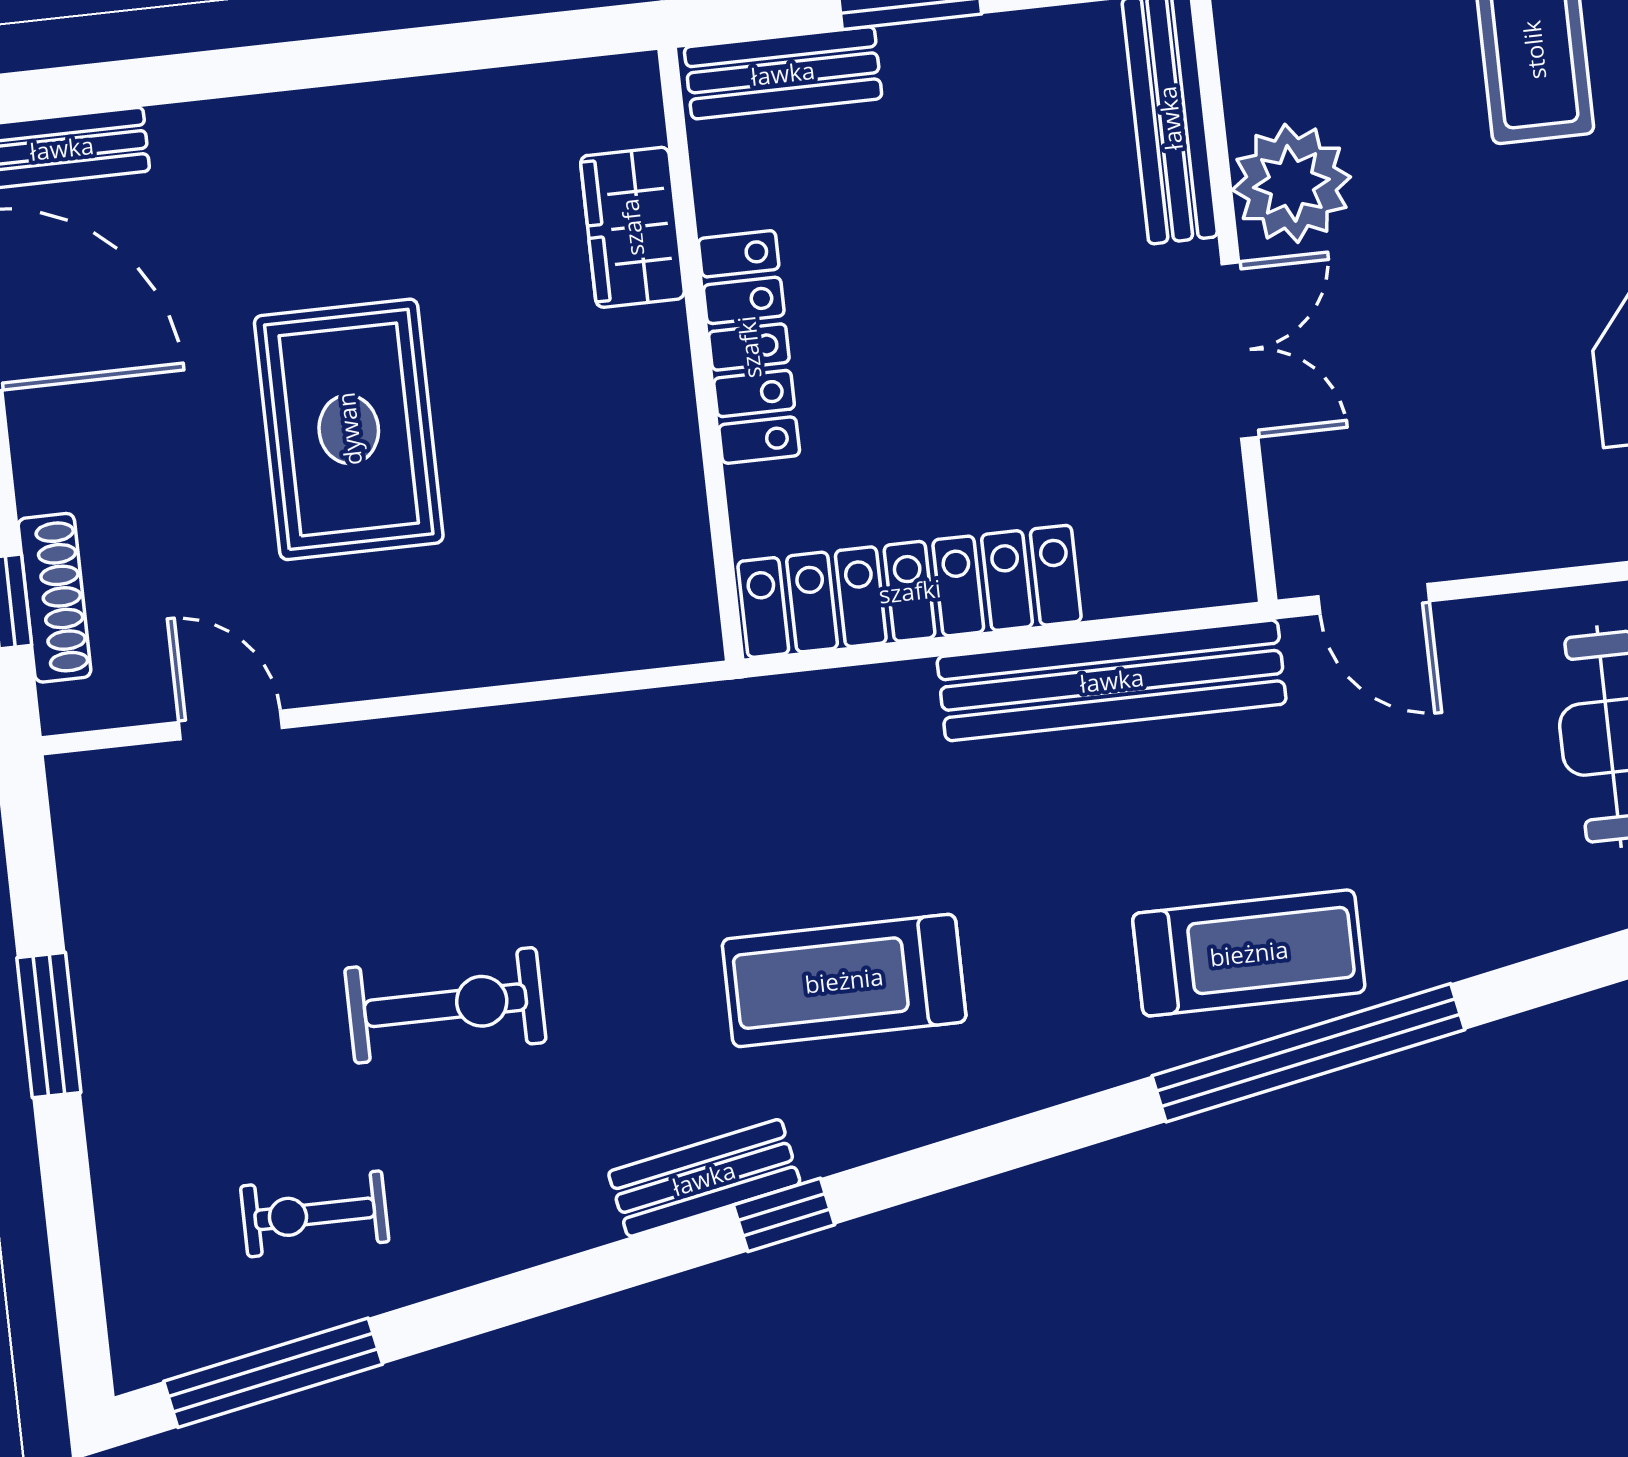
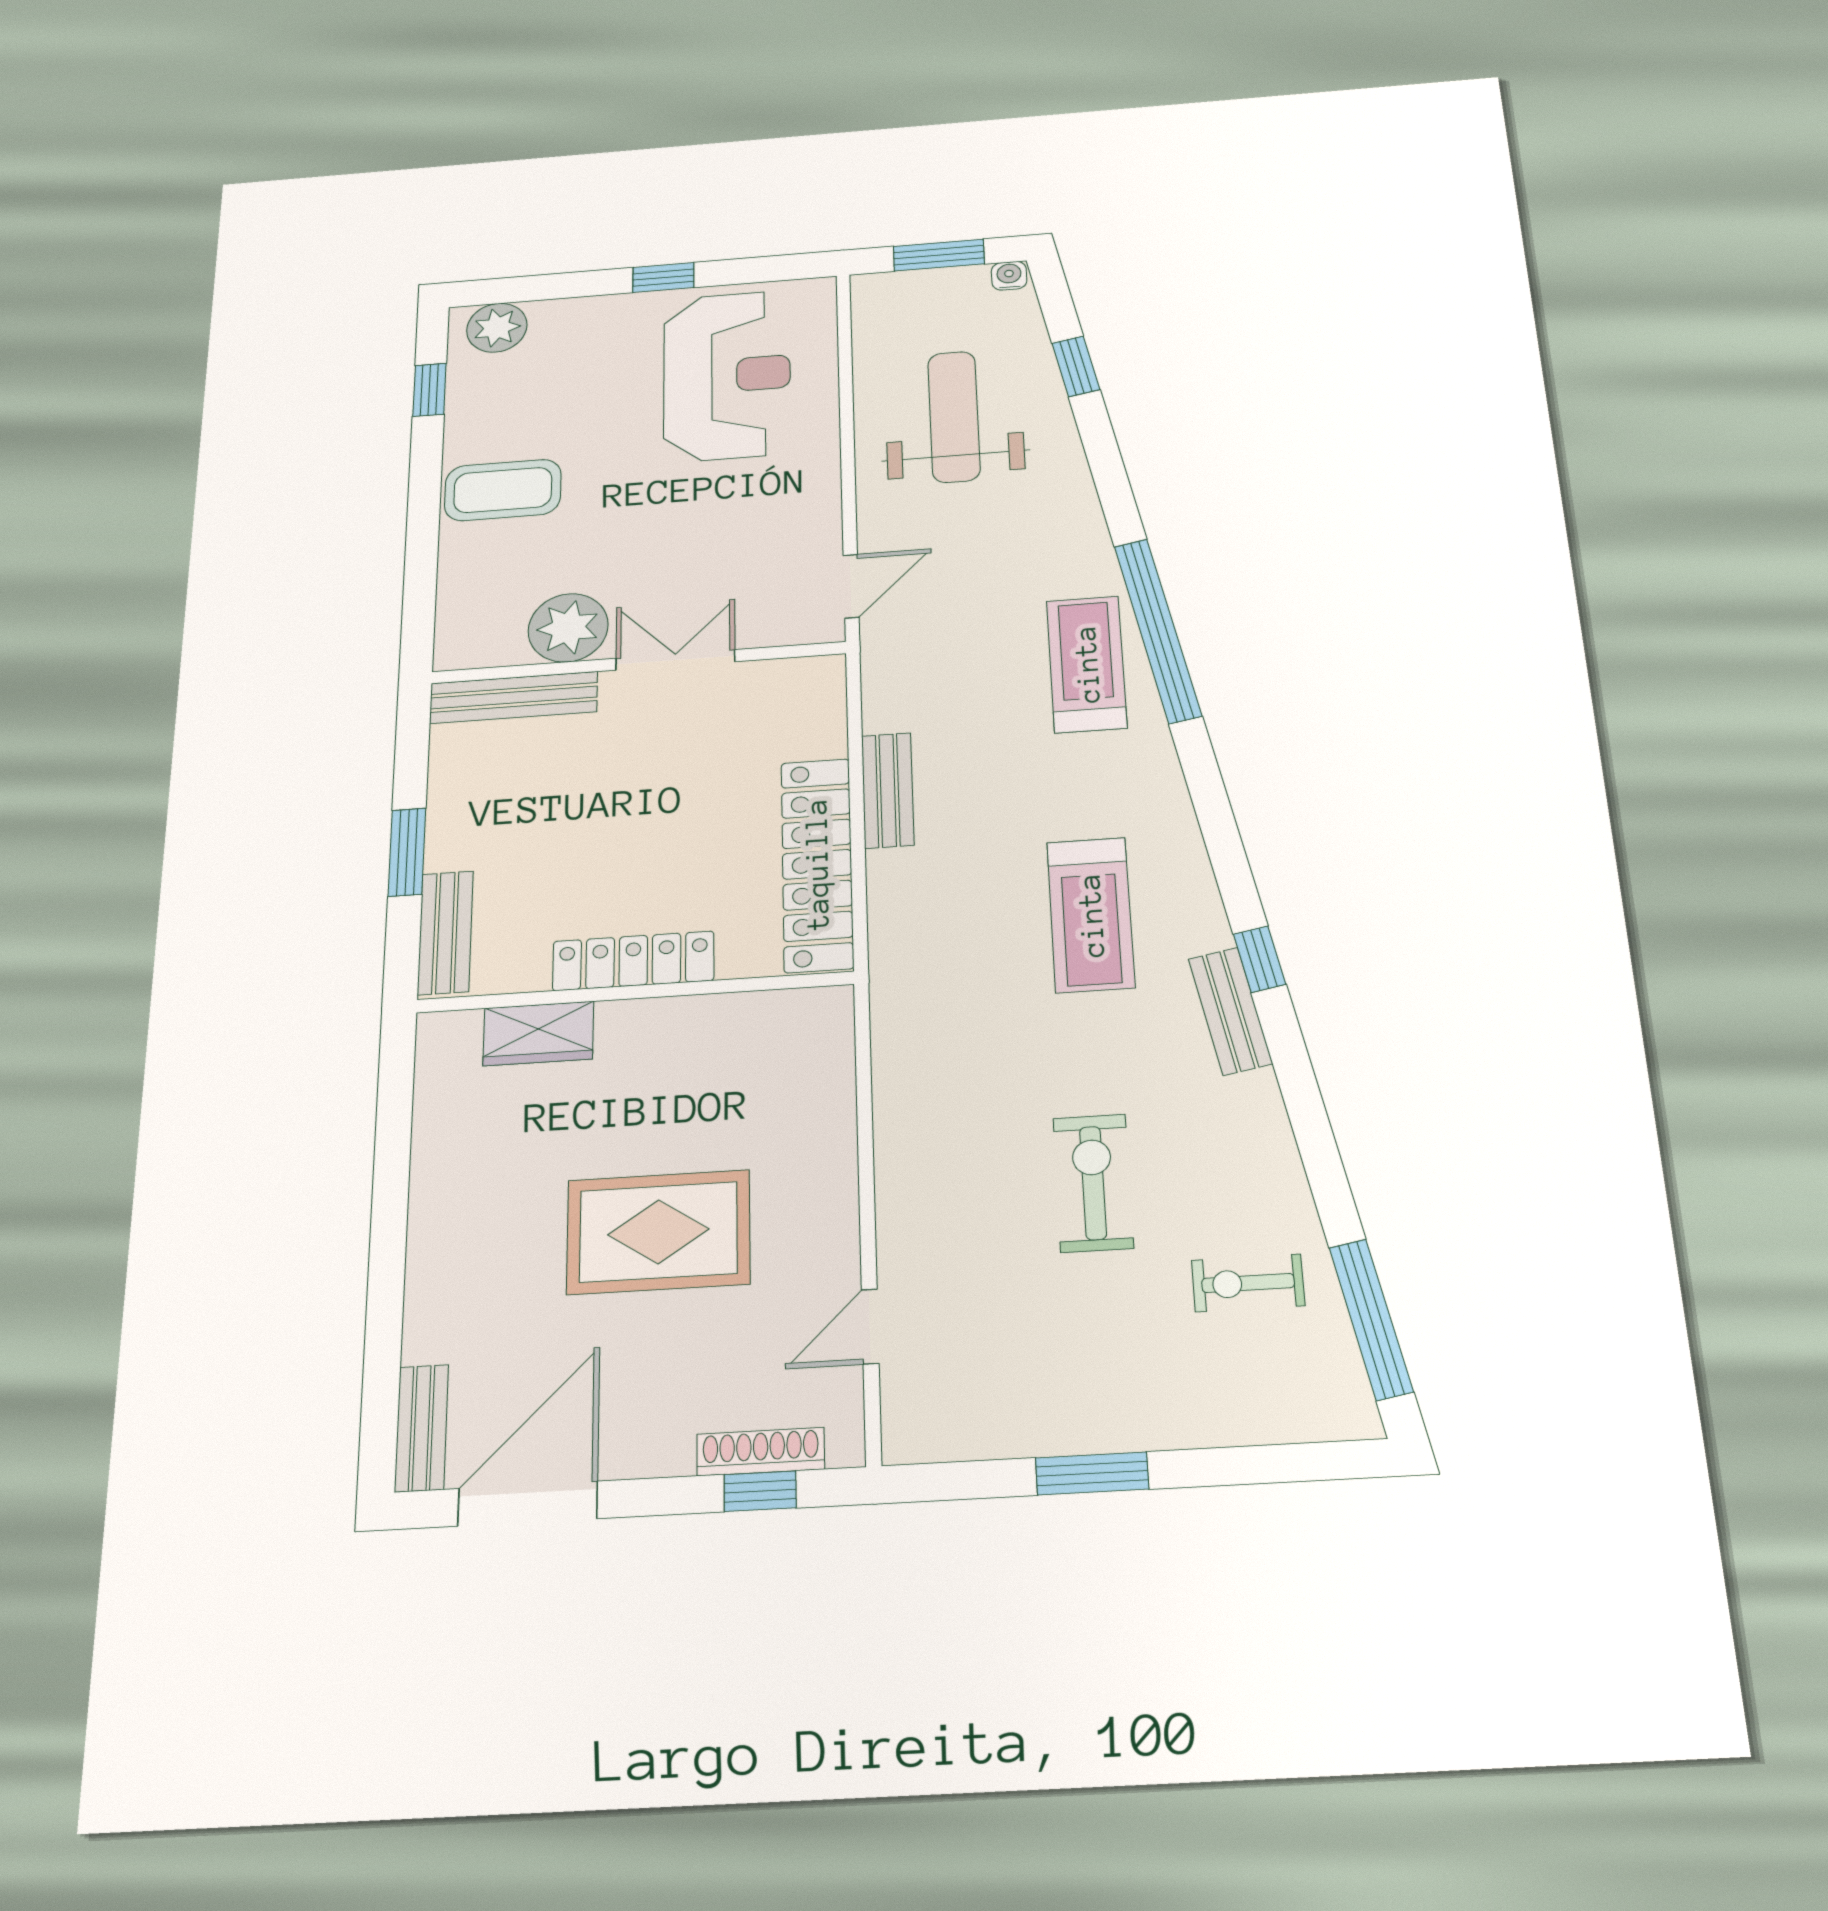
bench: (1112, 680) -> (888, 790), width x0.54, depth x0.82
exercise bike: (315, 1214) -> (1248, 1283), turned 90

